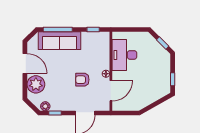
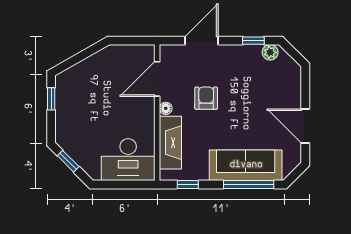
fireplace: (103, 54) -> (170, 143), added
desk: (124, 55) -> (128, 160), moved, turned 90
armchair: (82, 80) -> (206, 98), turned -90
plant: (36, 84) -> (286, 90), removed

